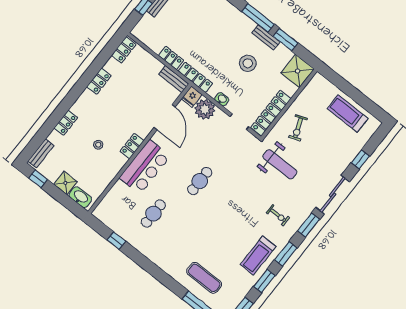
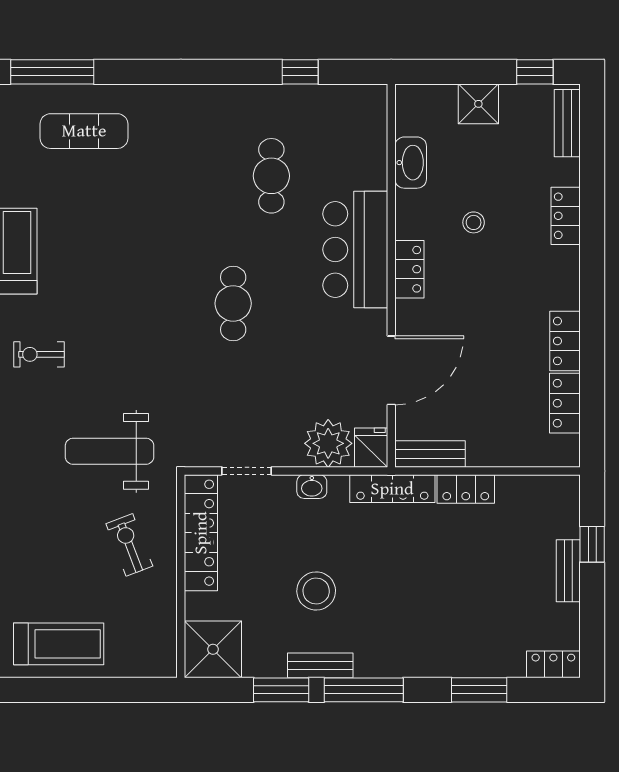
locker: (124, 50) -> (565, 403), moved
door: (165, 117) -> (391, 370), swing flipped
washbasin: (80, 197) -> (411, 163), moved, turned -90

